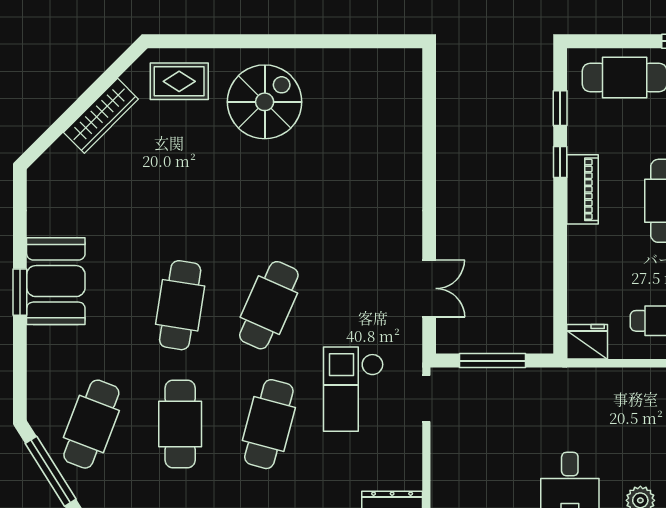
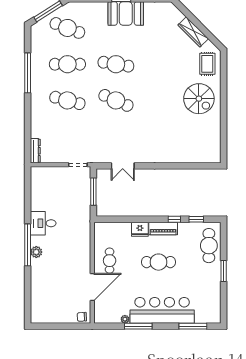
fridge: (587, 342) -> (140, 229), moved, turned 90
checkout: (353, 389) -> (82, 135), removed

